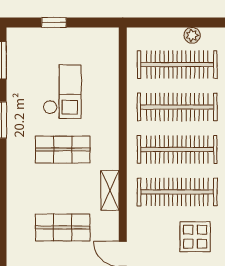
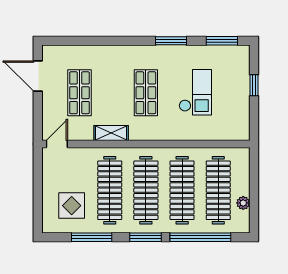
checkout: (62, 92) -> (195, 92), turned -90

